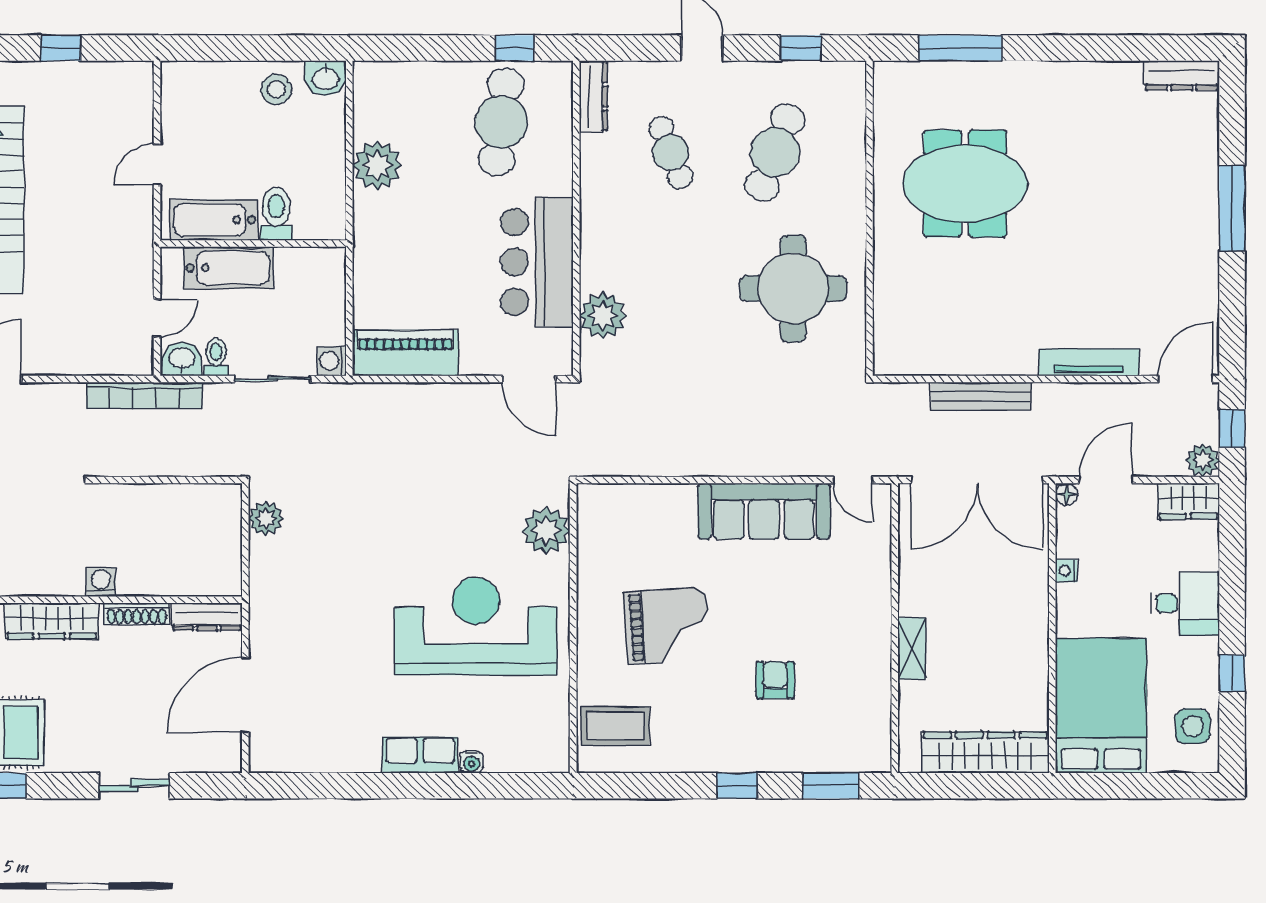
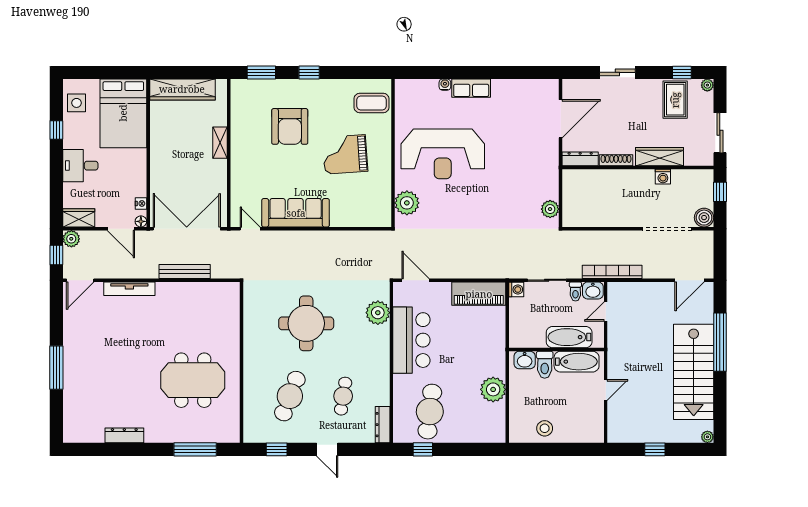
dresser: (1182, 75) -> (124, 435), moved
washbasin: (326, 78) -> (525, 360), moved, turned 180
cafe table: (671, 152) -> (343, 396), turned 30
round table: (793, 289) -> (306, 323), moved
door: (1106, 480) -> (121, 229), hinge flipped
nightstand: (1066, 571) -> (141, 203), moved
washing machine: (101, 582) -> (663, 177), moved
armchair: (775, 680) -> (290, 126), width x1.88, depth x1.88

